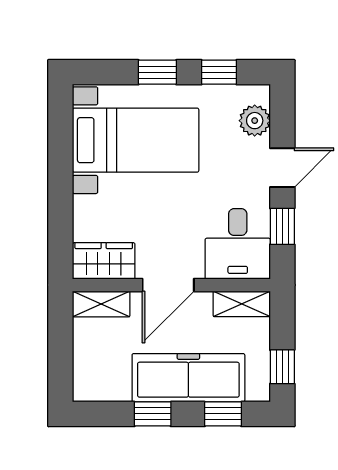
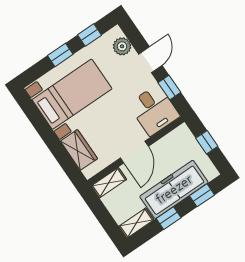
wardrobe: (104, 261) -> (79, 150), moved, turned 90
shelving: (242, 304) -> (136, 223), moved
window: (282, 367) -> (207, 142), moved

